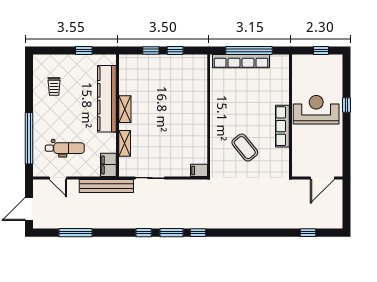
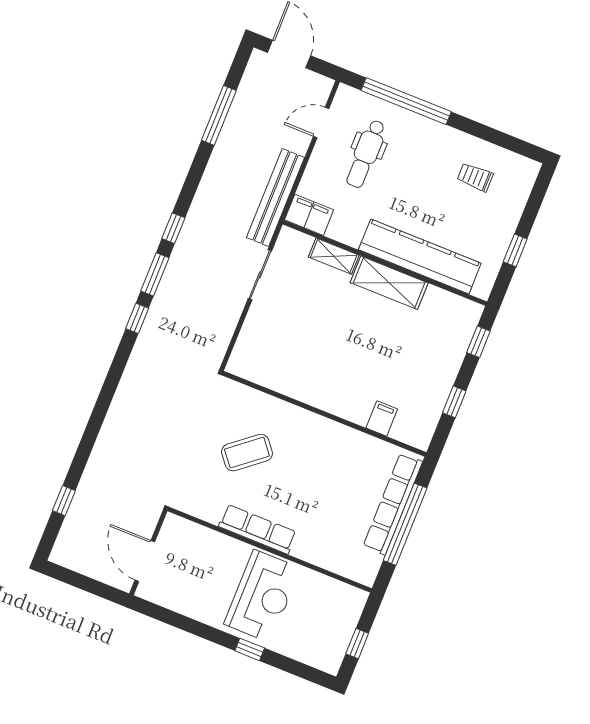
window: (151, 50) -> (478, 342), moved
shelving: (125, 109) -> (389, 283), width x1.50, depth x1.33
filing cabinet: (199, 170) -> (382, 418), moved

